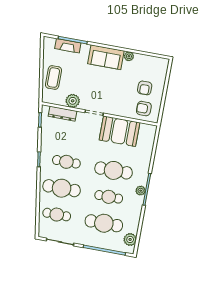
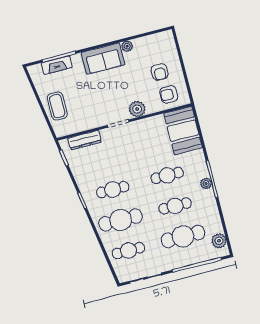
plant: (73, 101) -> (137, 109), moved
booth: (119, 131) -> (183, 131), moved, turned 90
cafe table: (114, 170) -> (167, 175), width x0.73, depth x0.74

